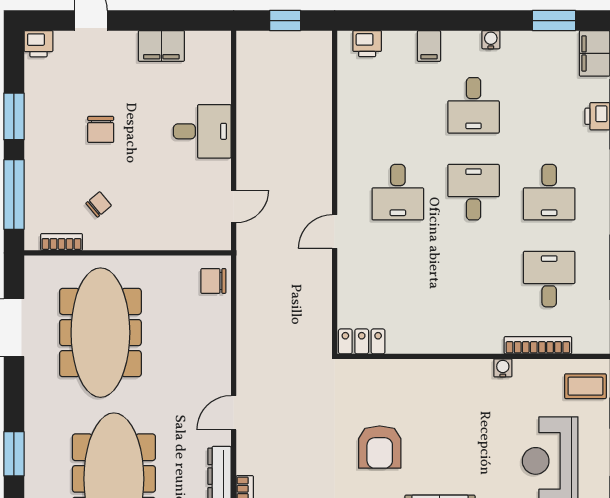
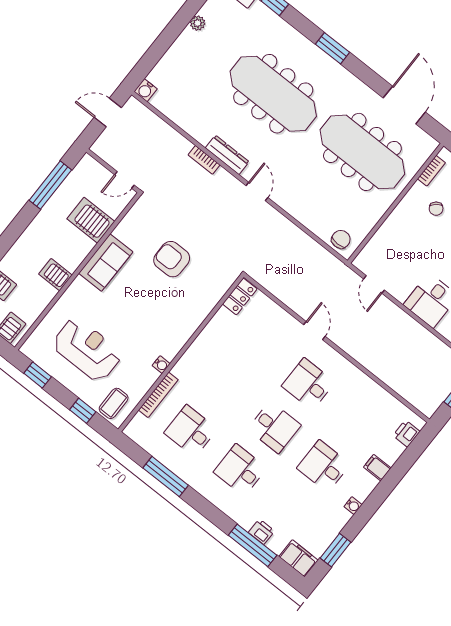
desk: (549, 279) -> (191, 431), turned 180

